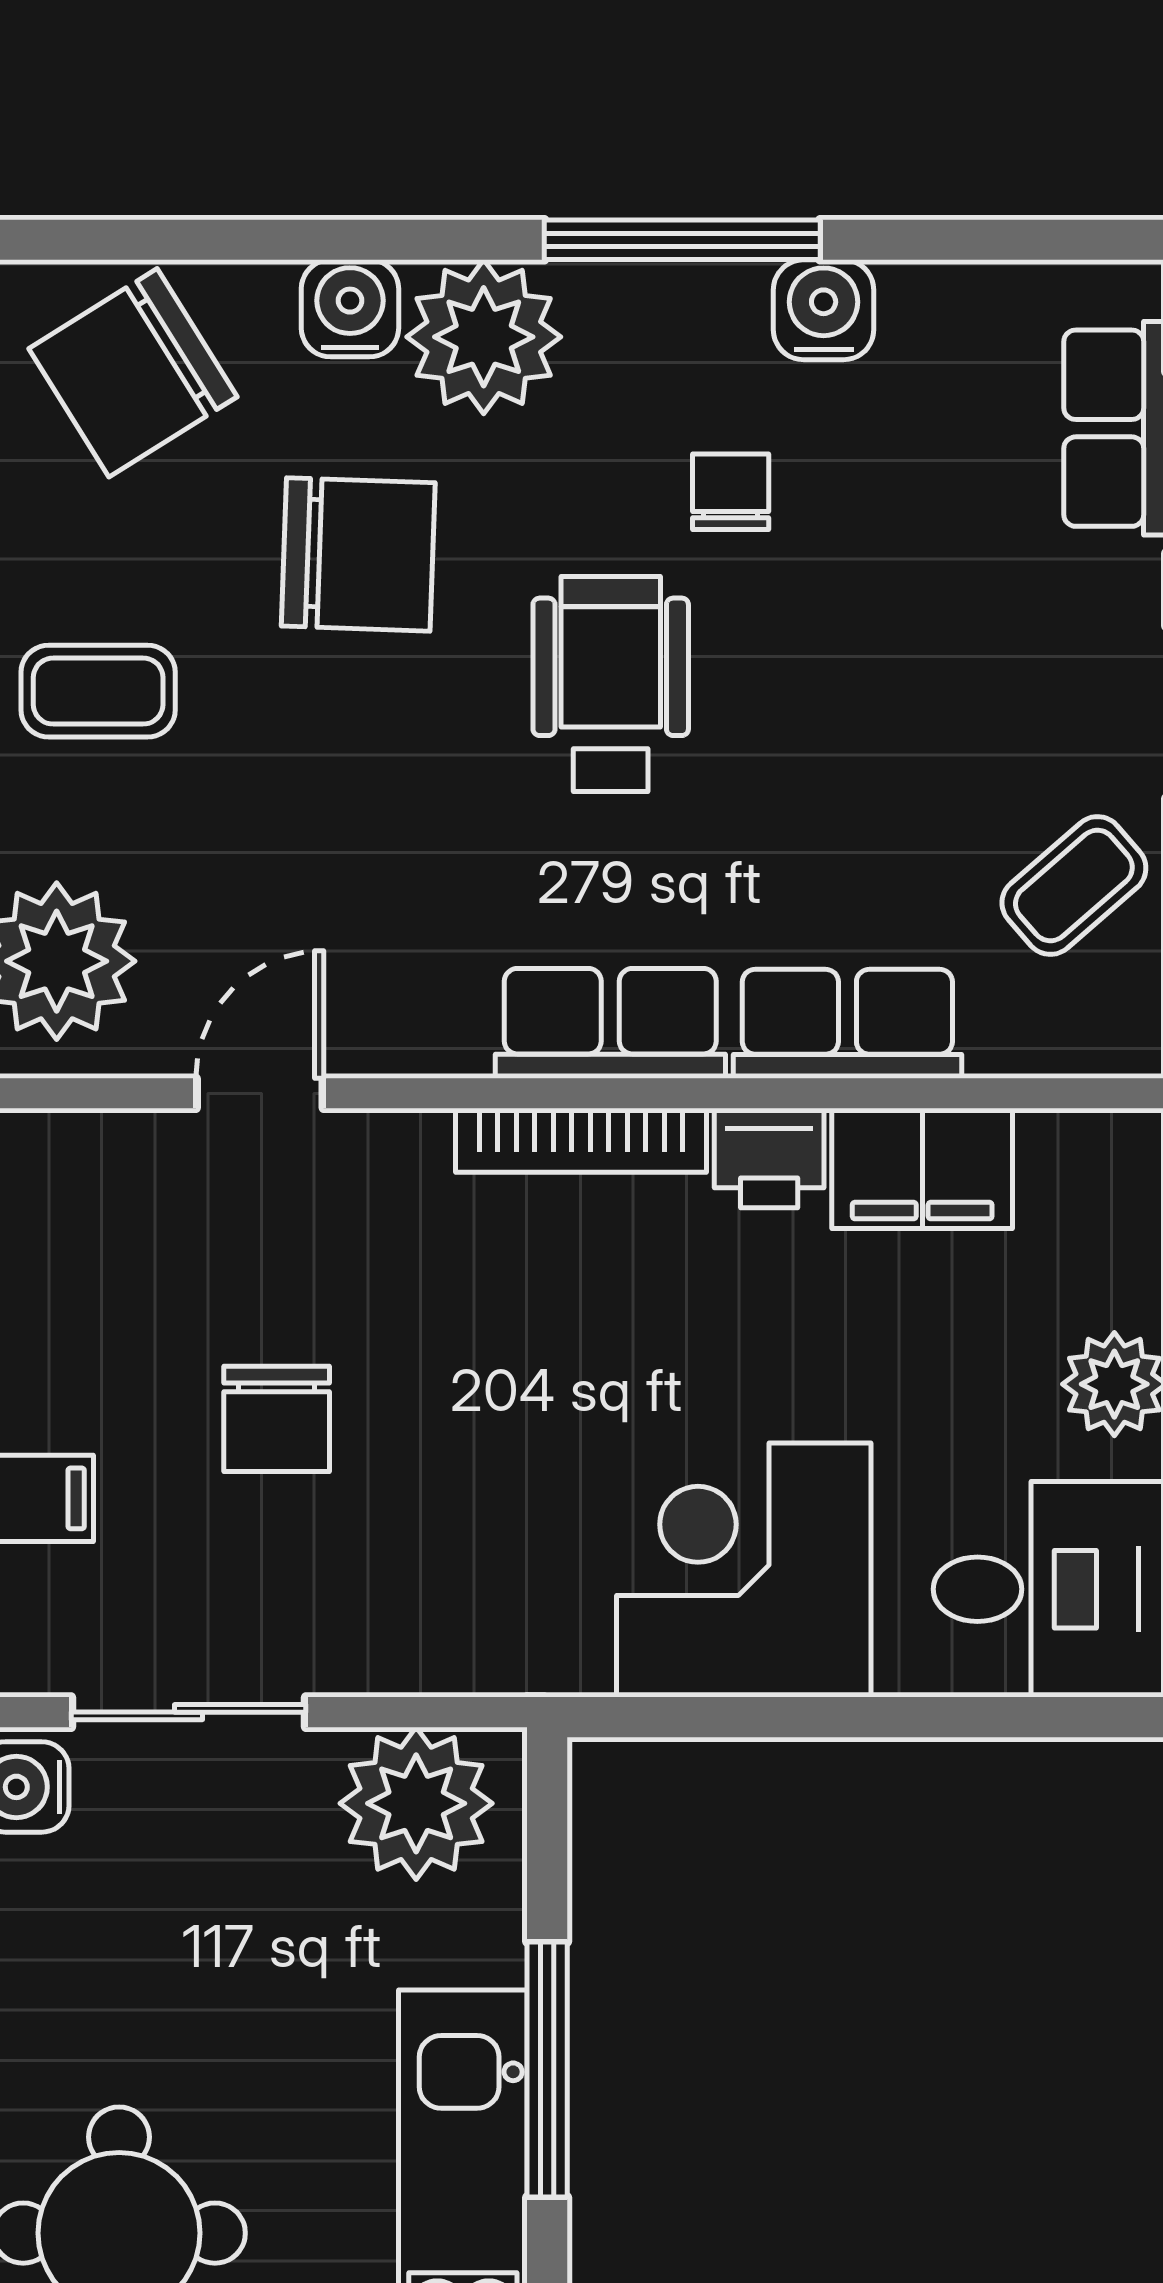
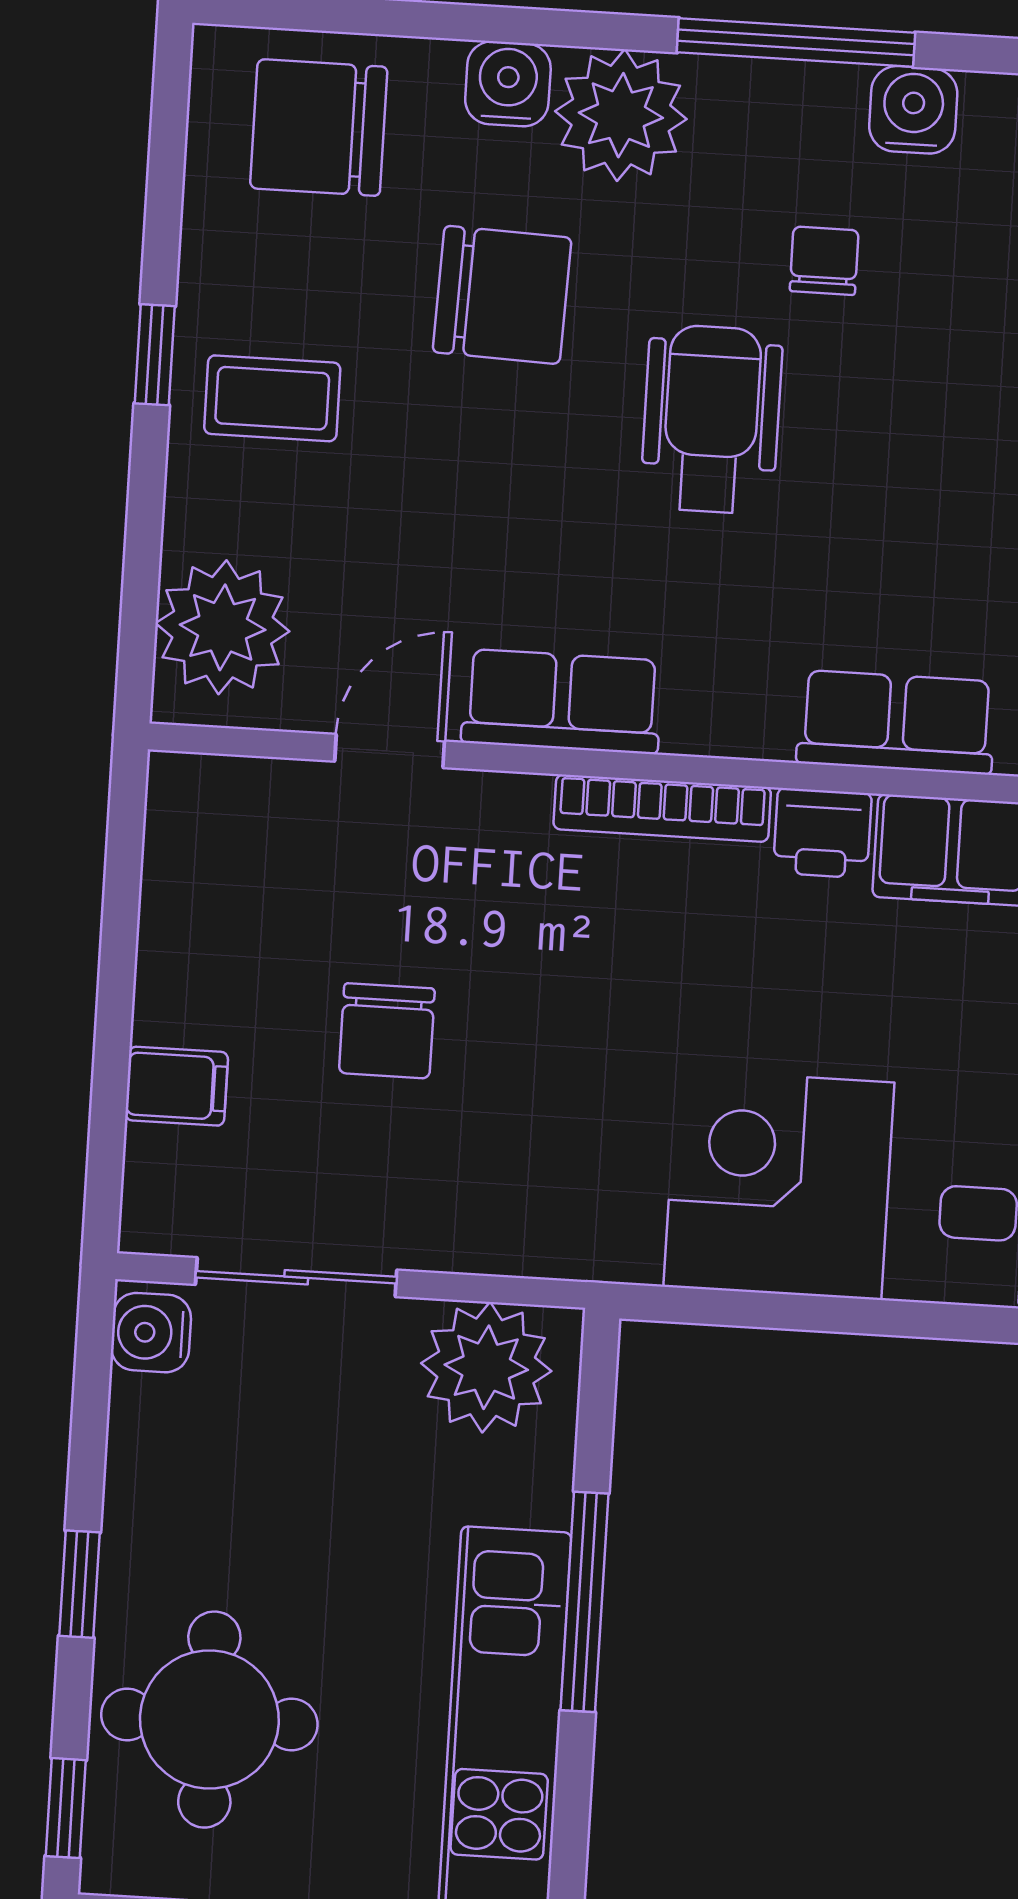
chair: (133, 373) -> (319, 128), turned 32
row of seats: (610, 1023) -> (562, 701), moved

